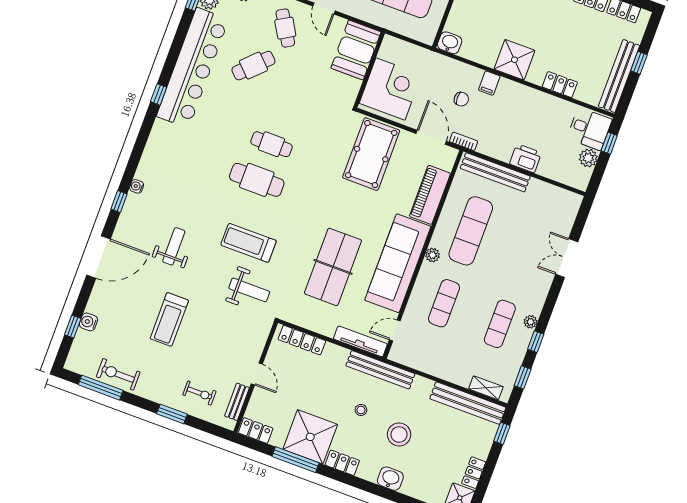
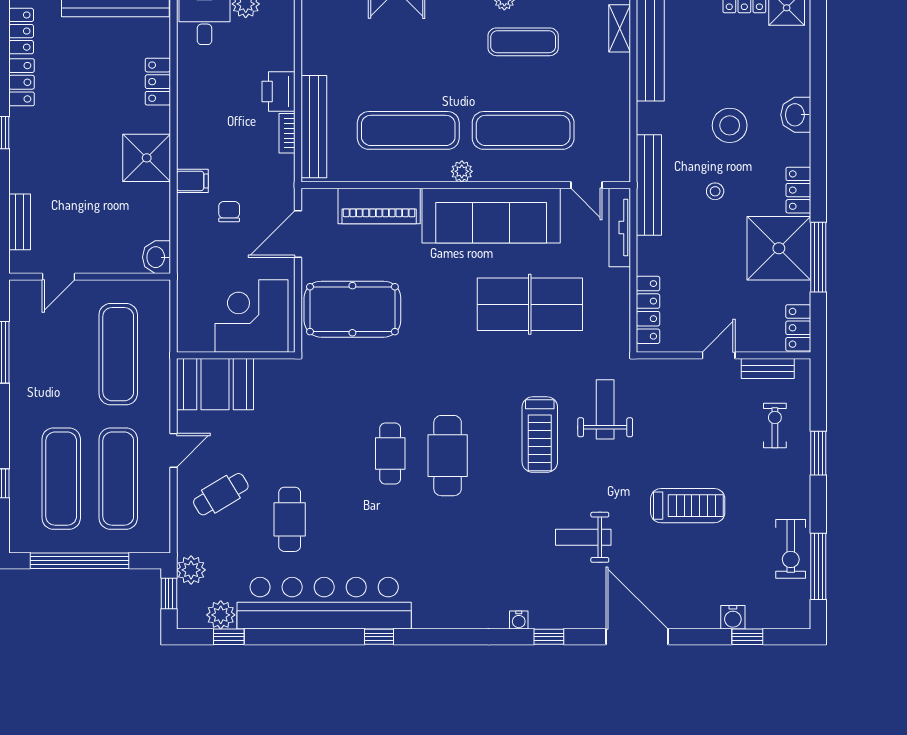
cafe table: (253, 66) -> (290, 519), turned 45
bookcase: (464, 141) -> (287, 133), moved
exercise mat: (444, 303) -> (523, 130), width x1.36, depth x1.45

